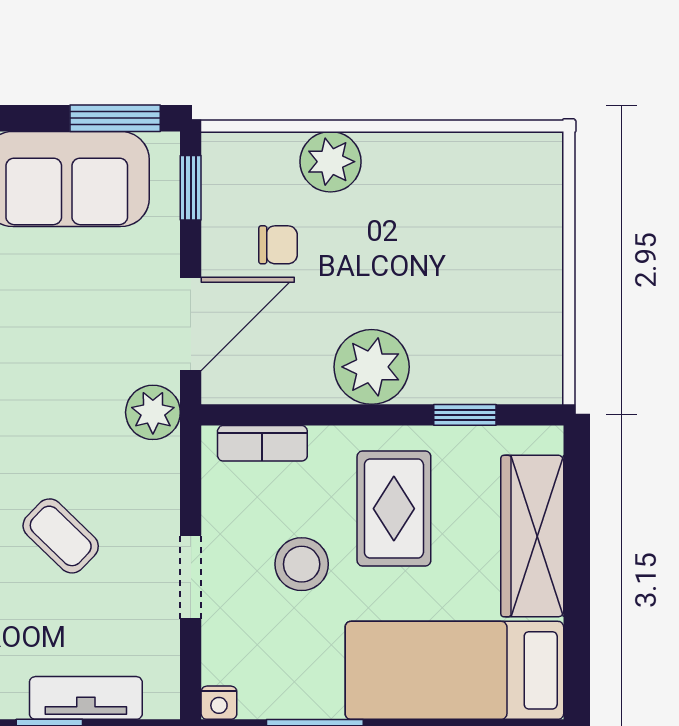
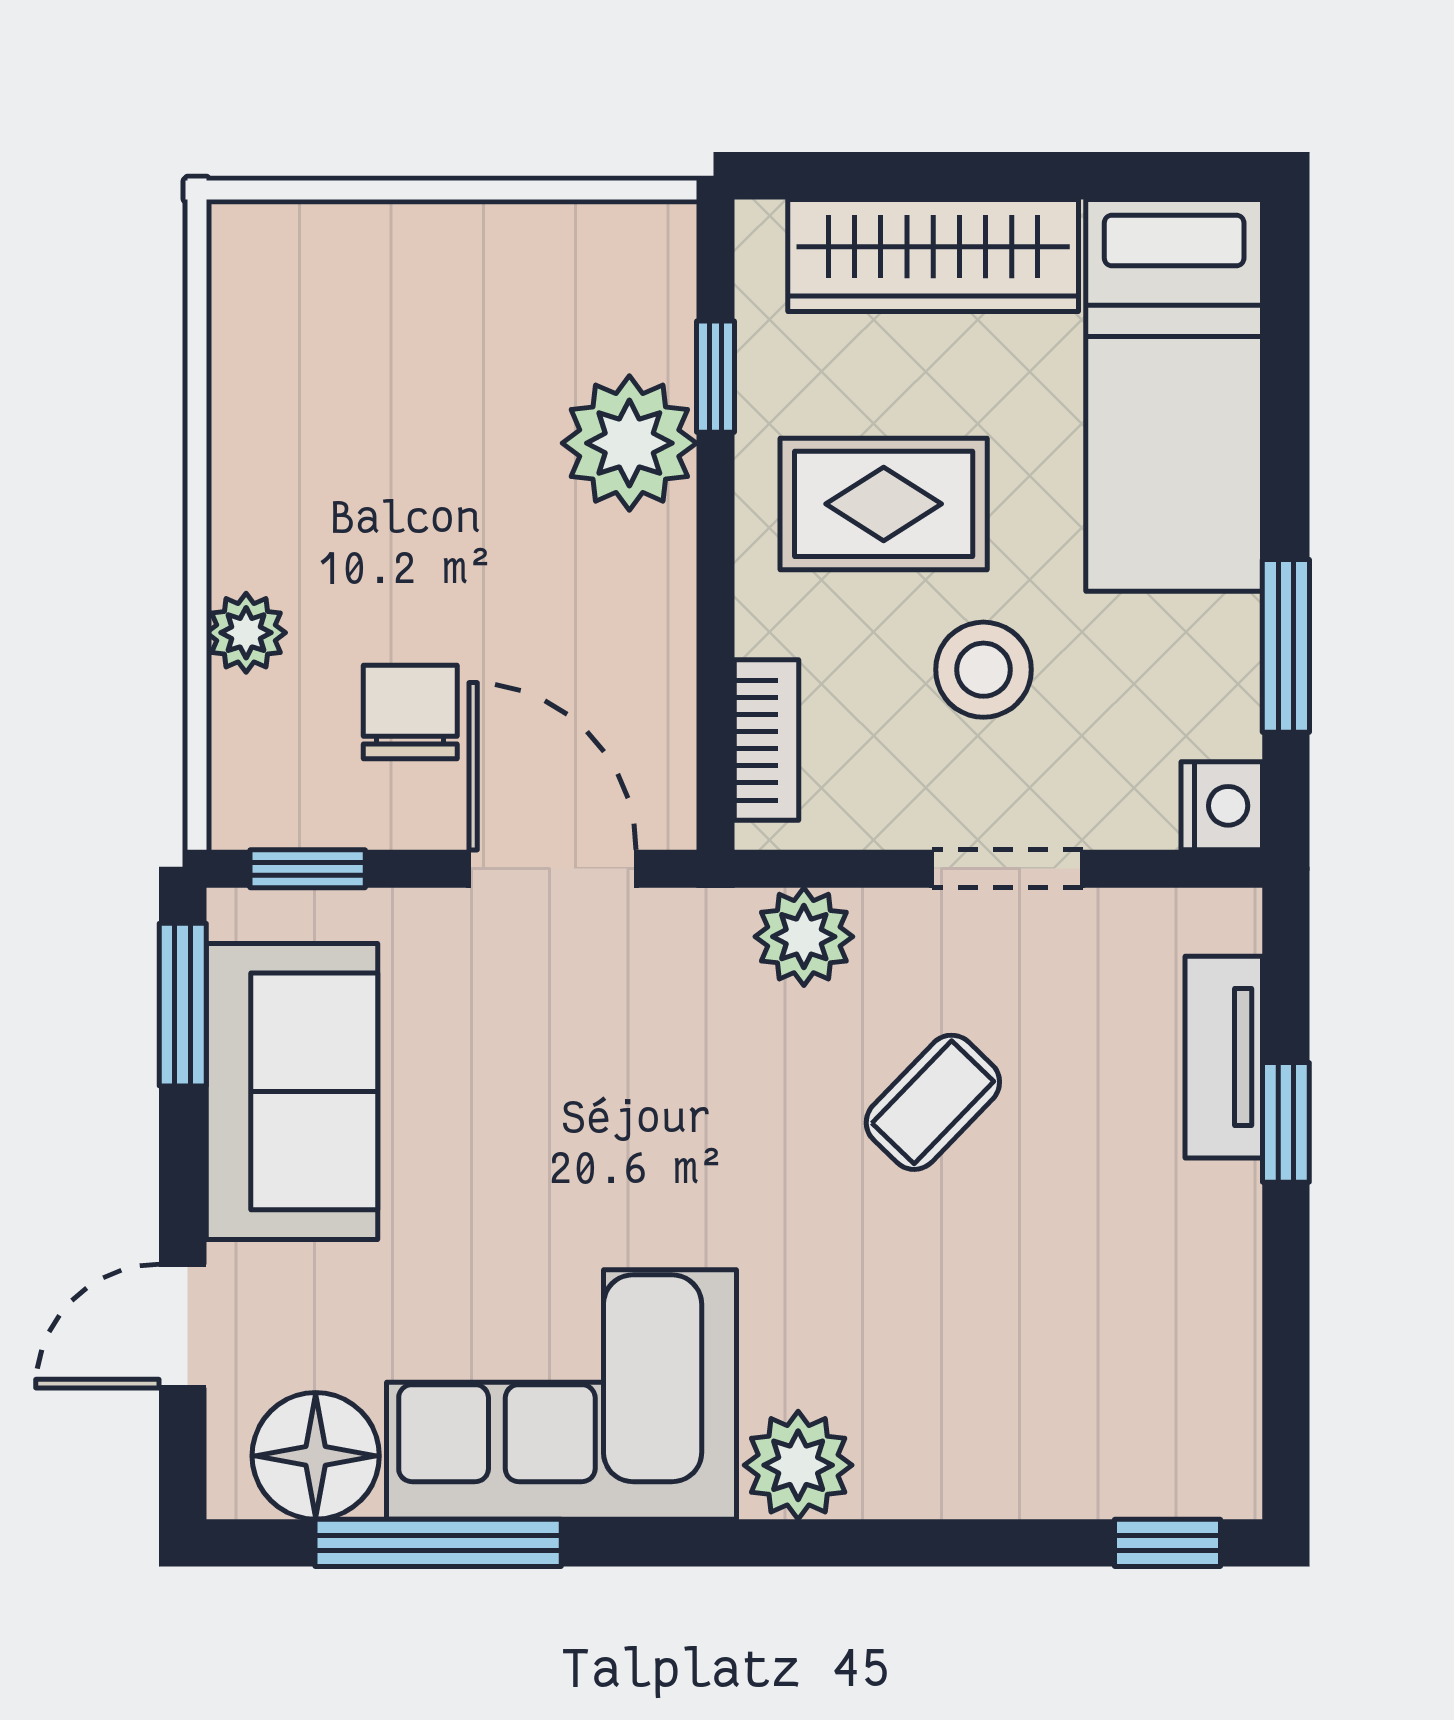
plant: (330, 162) -> (246, 633), width x0.73, depth x0.73
chair: (278, 245) -> (410, 712), width x1.37, depth x1.37
plant: (372, 367) -> (629, 443), moved
plant: (153, 412) -> (804, 937), moved
nightstand: (219, 703) -> (1222, 806), width x1.39, depth x1.35

